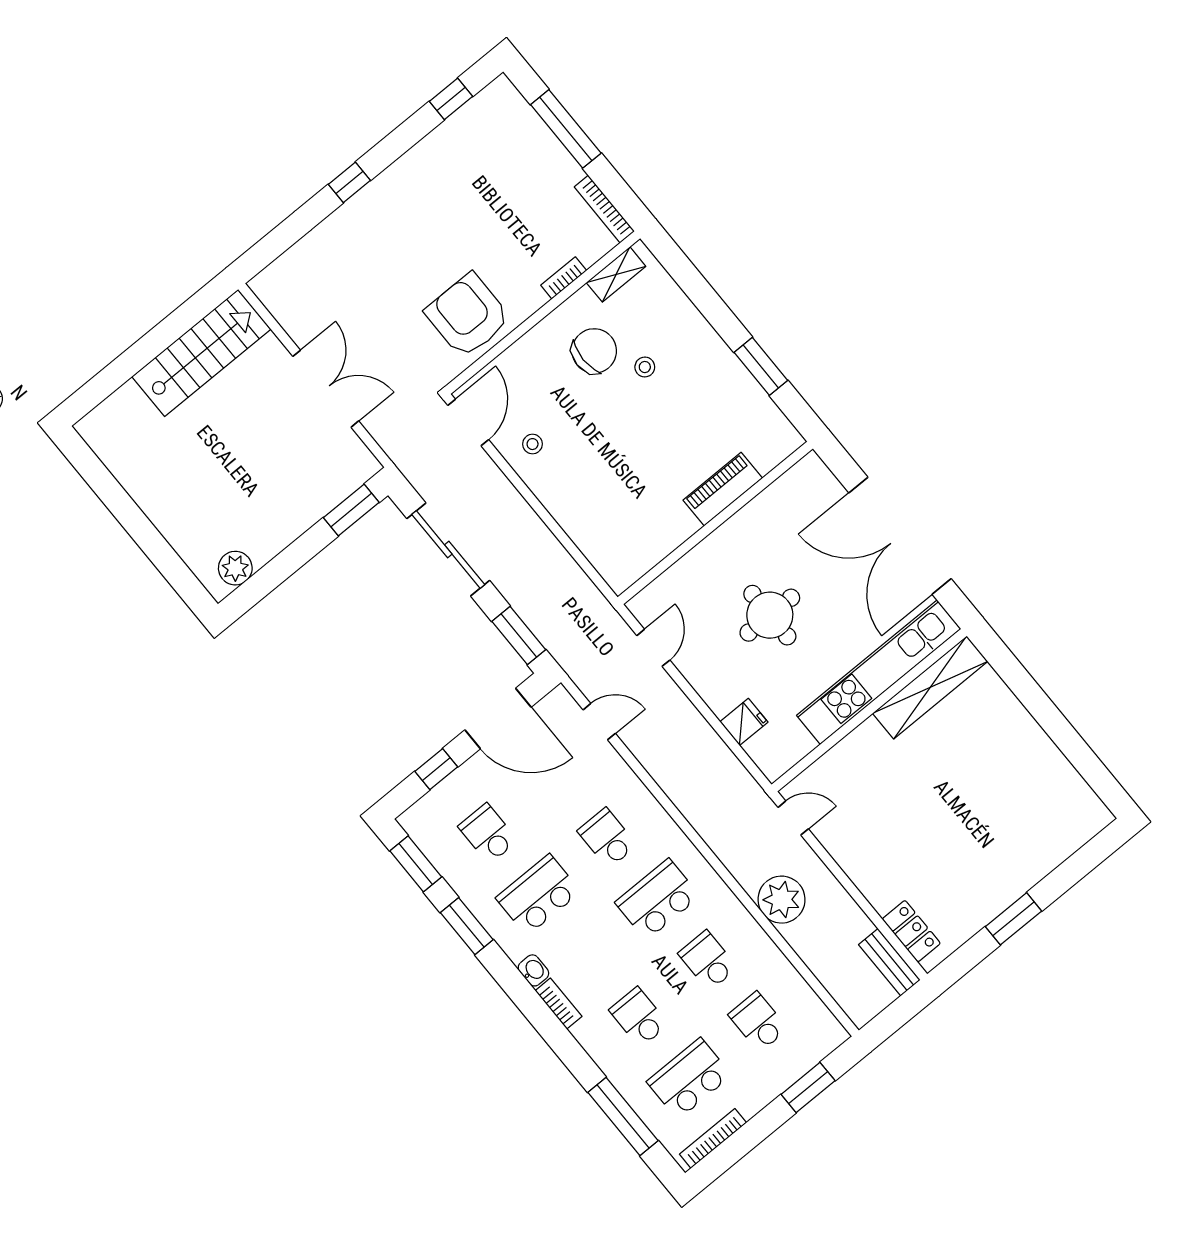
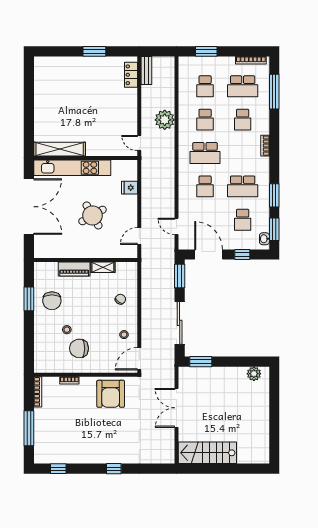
shelving: (616, 274) -> (103, 267), moved
chair: (716, 397) -> (52, 301), added
chair: (592, 504) -> (120, 299), added
round table: (770, 615) -> (93, 215), turned -30
washbasin: (533, 970) -> (264, 239), moved

